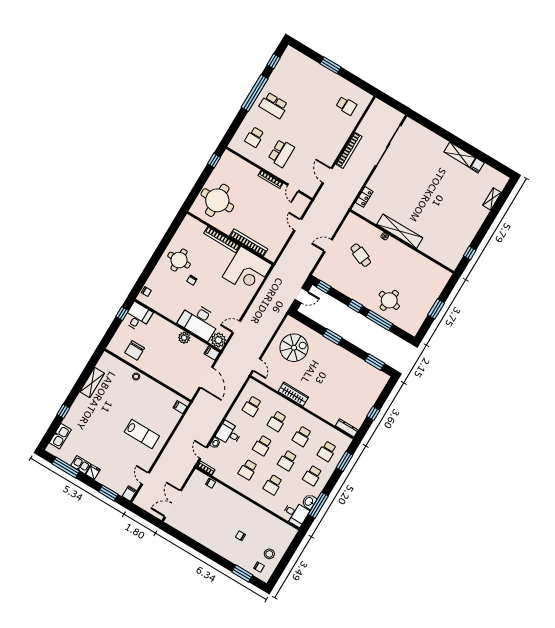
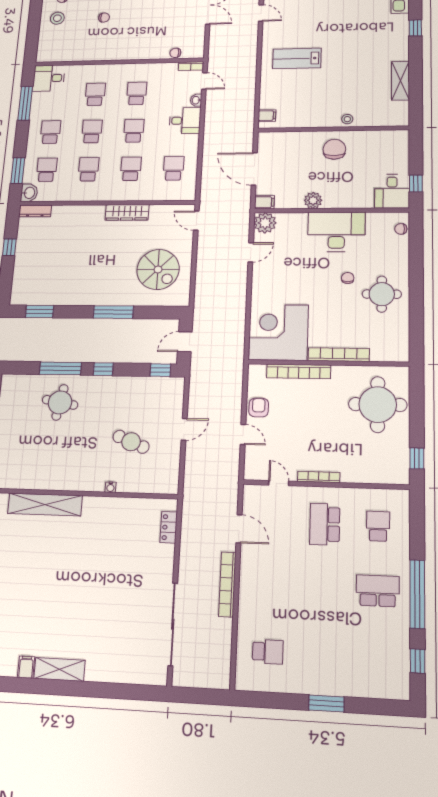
school desk: (346, 106) -> (268, 652), turned 180
shelving: (400, 231) -> (45, 505), moved
armchair: (281, 235) -> (259, 408), added
desk: (199, 321) -> (336, 232), moved
window: (333, 337) -> (113, 312), width x1.44
spiral stairs: (294, 348) -> (158, 269), turned -90
chair: (135, 350) -> (334, 149), moved
washbasin: (309, 502) -> (29, 193), moved

